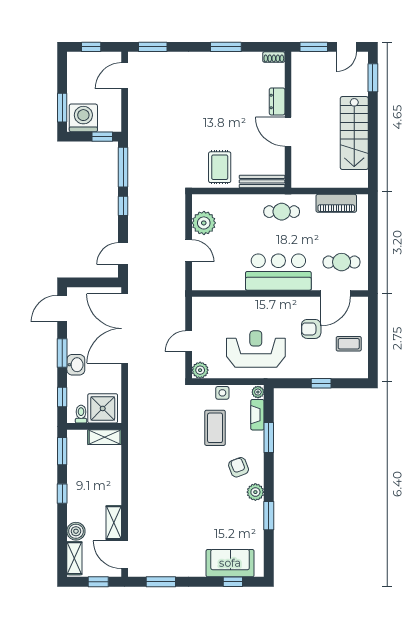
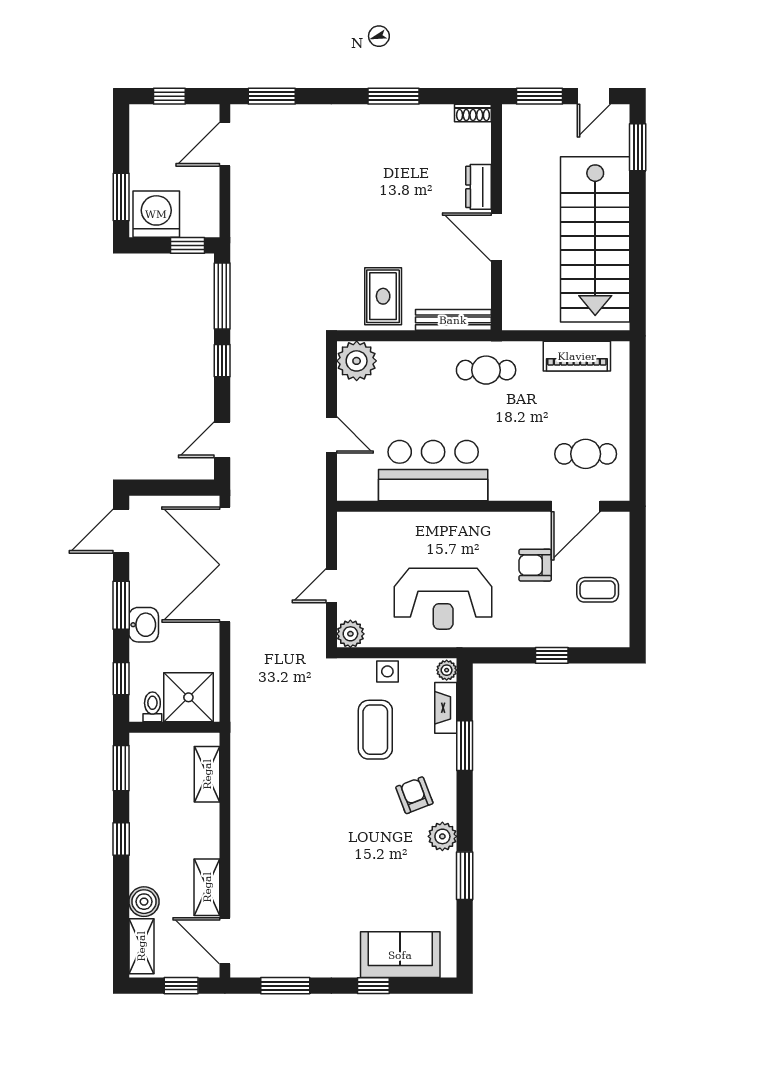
stairs: (354, 133) -> (595, 239), width x1.36, depth x1.51
plant: (204, 223) -> (357, 361), moved
bar counter: (278, 272) -> (433, 471), moved
reception desk: (256, 349) -> (443, 599), turned 180
shelving: (105, 437) -> (207, 774), moved, turned 90
window: (233, 582) -> (373, 986), moved

